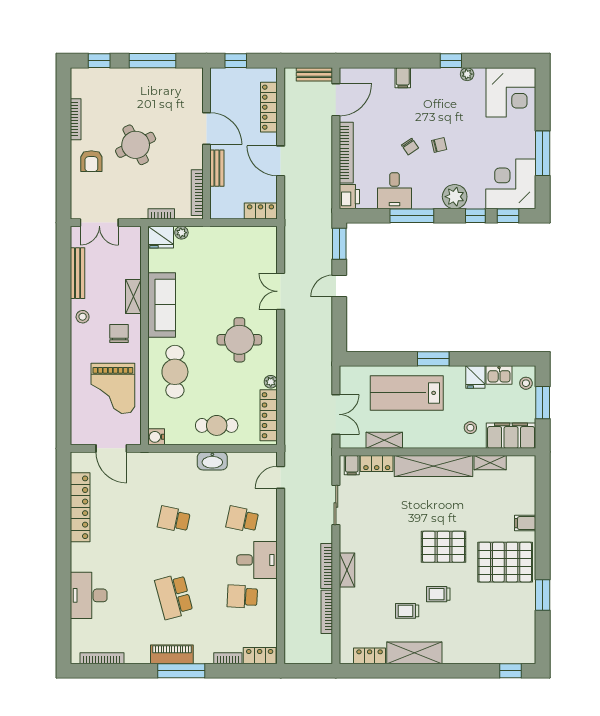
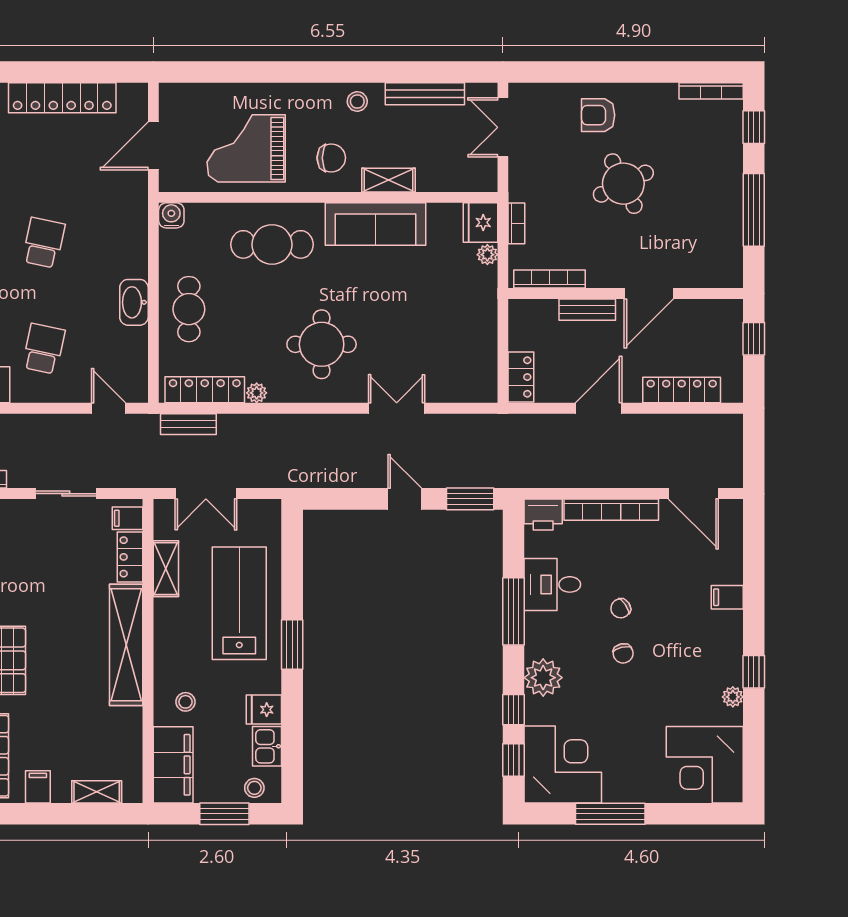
bench: (314, 74) -> (188, 424), moved, turned 90
bookcase: (76, 119) -> (711, 91), moved
shelving: (490, 463) -> (97, 792), moved, turned 90

